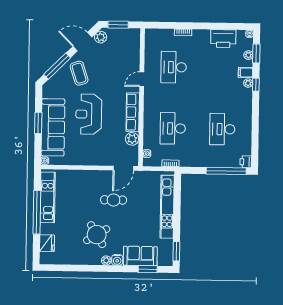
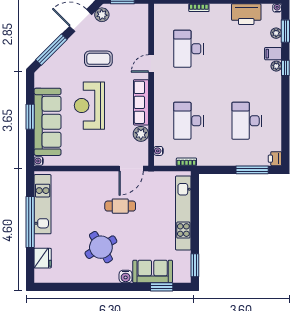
coffee table: (79, 73) -> (98, 59), moved, turned -72
window: (226, 171) -> (252, 170), width x0.68
plant: (106, 260) -> (113, 277), removed

